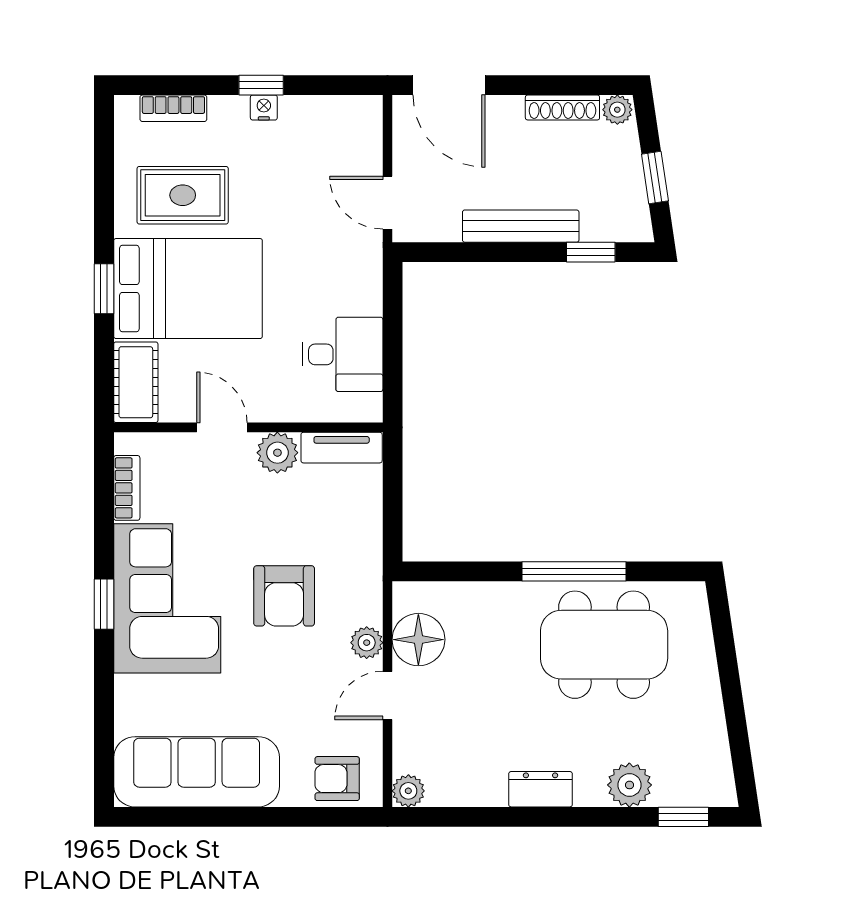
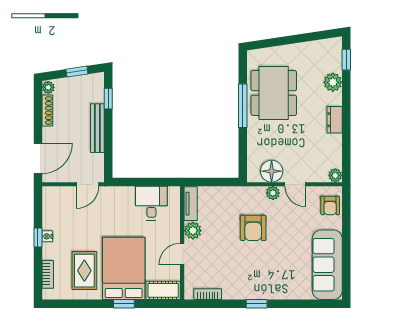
armchair: (284, 596) -> (253, 228), turned 90
corner sofa: (167, 598) -> (254, 277), removed

